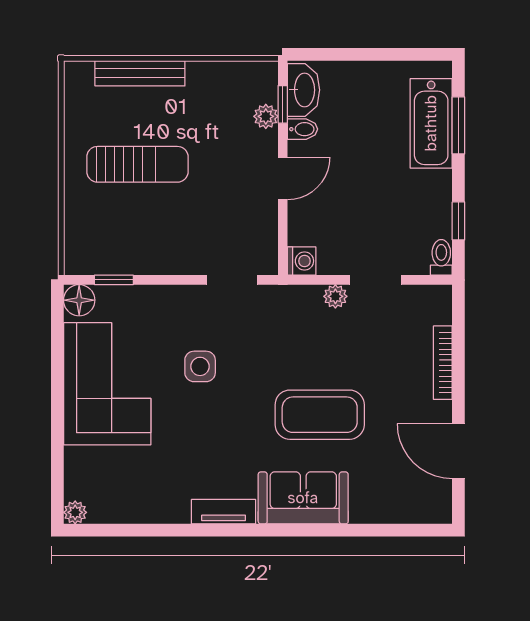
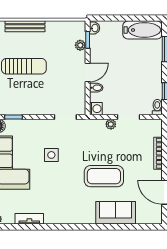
washbasin: (304, 90) -> (95, 28), width x0.52, depth x0.69
bathtub: (431, 123) -> (142, 30), moved, turned -90
bidet: (302, 129) -> (96, 88), moved
sofa: (303, 498) -> (116, 213), moved
tv unit: (224, 512) -> (29, 219), moved

